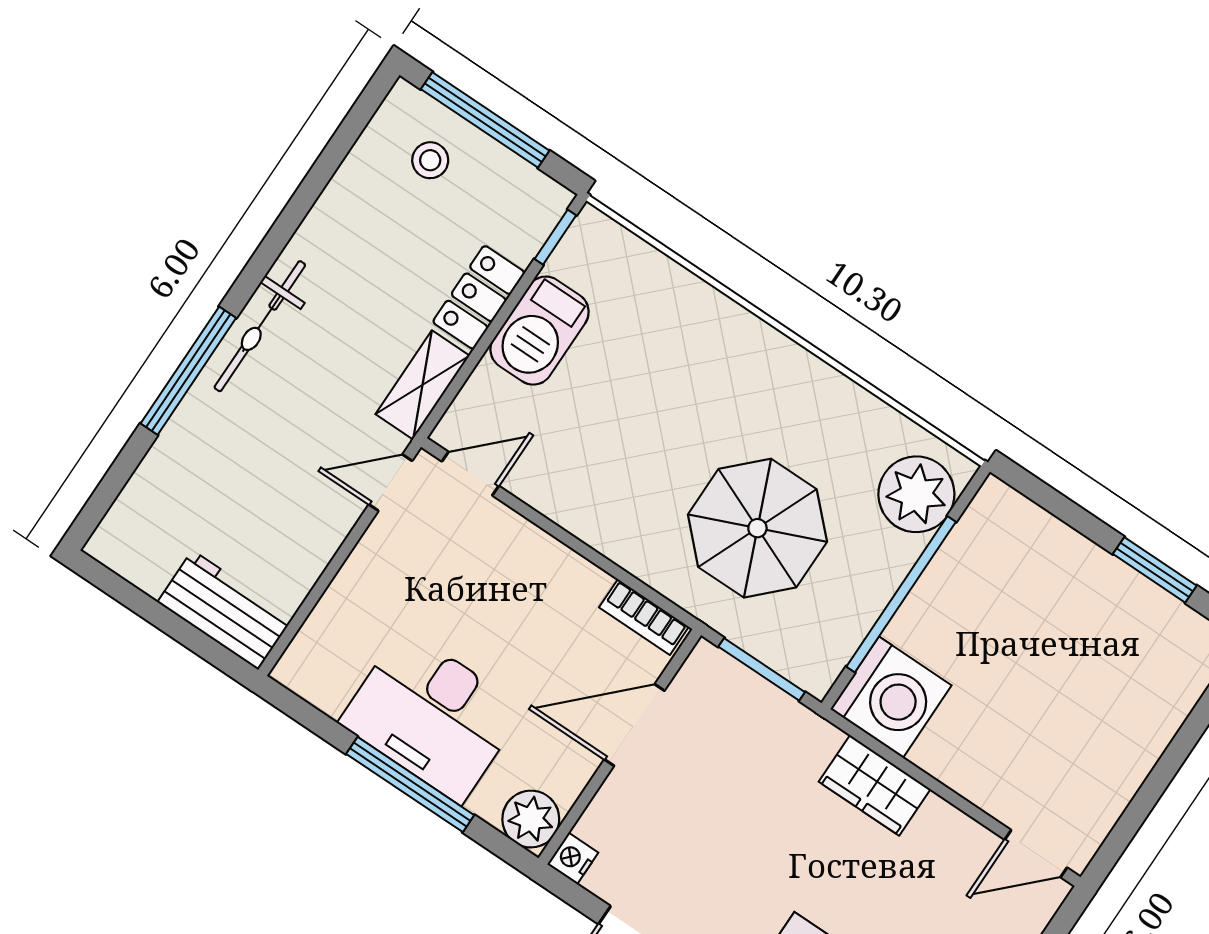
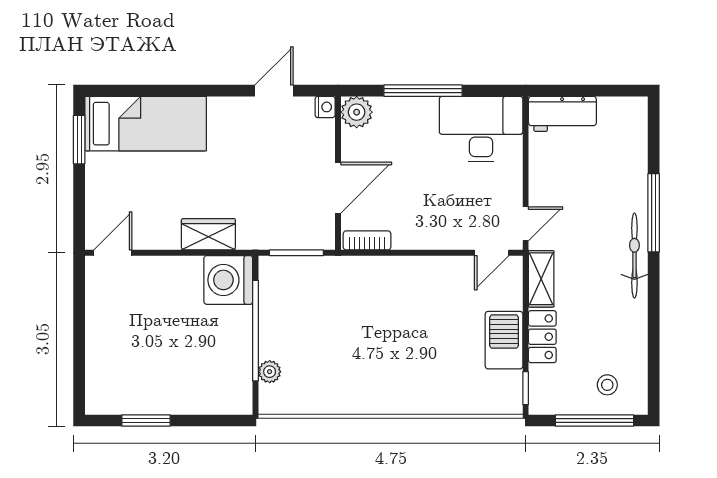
plant: (916, 494) -> (270, 372), width x0.53, depth x0.53
parasol: (757, 528) -> (342, 317), removed
desk: (432, 716) -> (481, 129), moved

